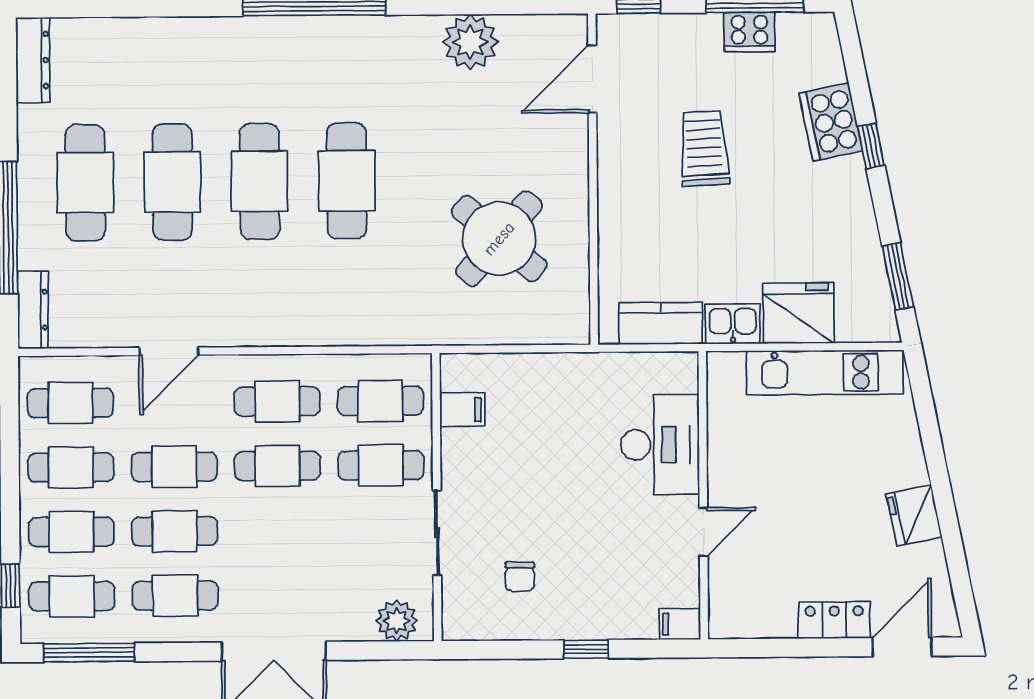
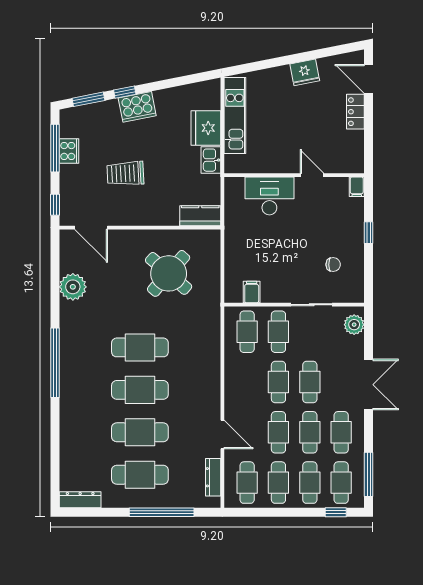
cooker: (831, 122) -> (137, 107), moved
window: (898, 276) -> (88, 99), moved
dresser: (33, 310) -> (213, 477), moved, turned -90
kitchen counter: (661, 323) -> (200, 216), moved, turned 90
cafe table: (277, 402) -> (310, 382), moved

